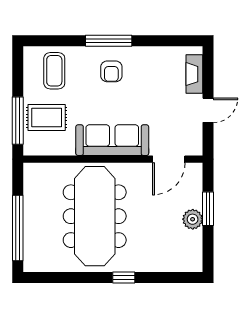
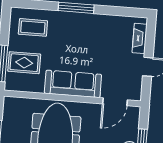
coffee table: (54, 71) -> (33, 27), turned 90
armchair: (111, 71) -> (76, 31), removed

